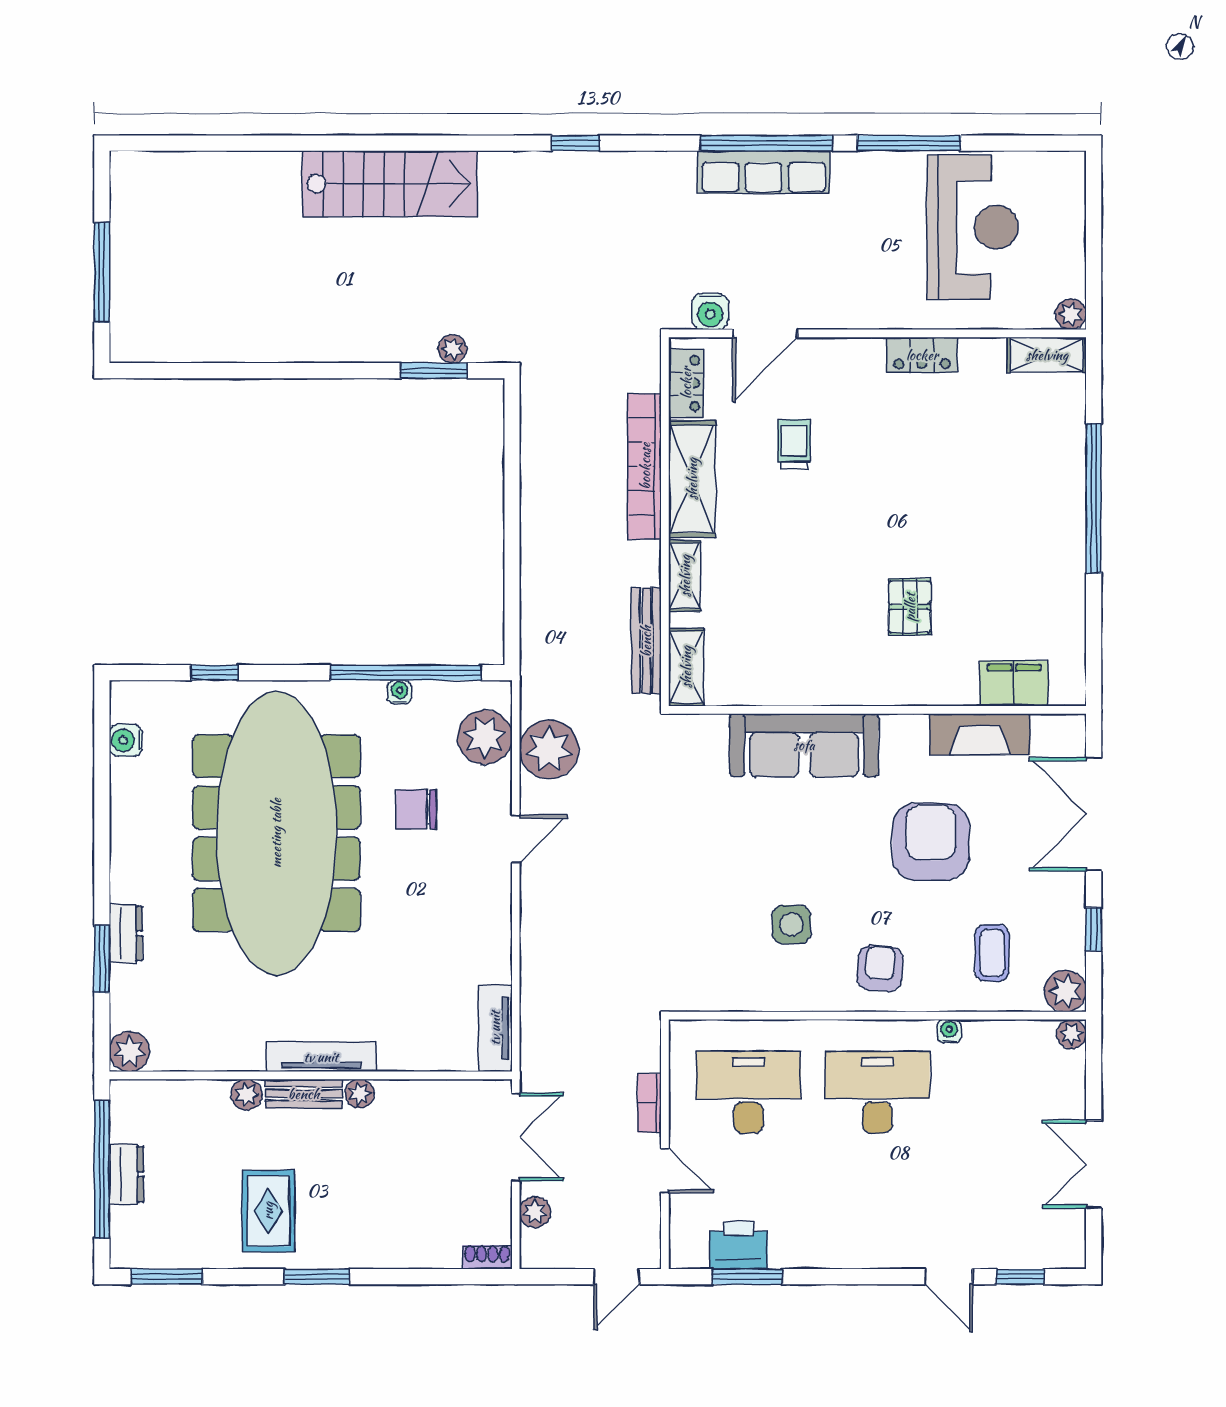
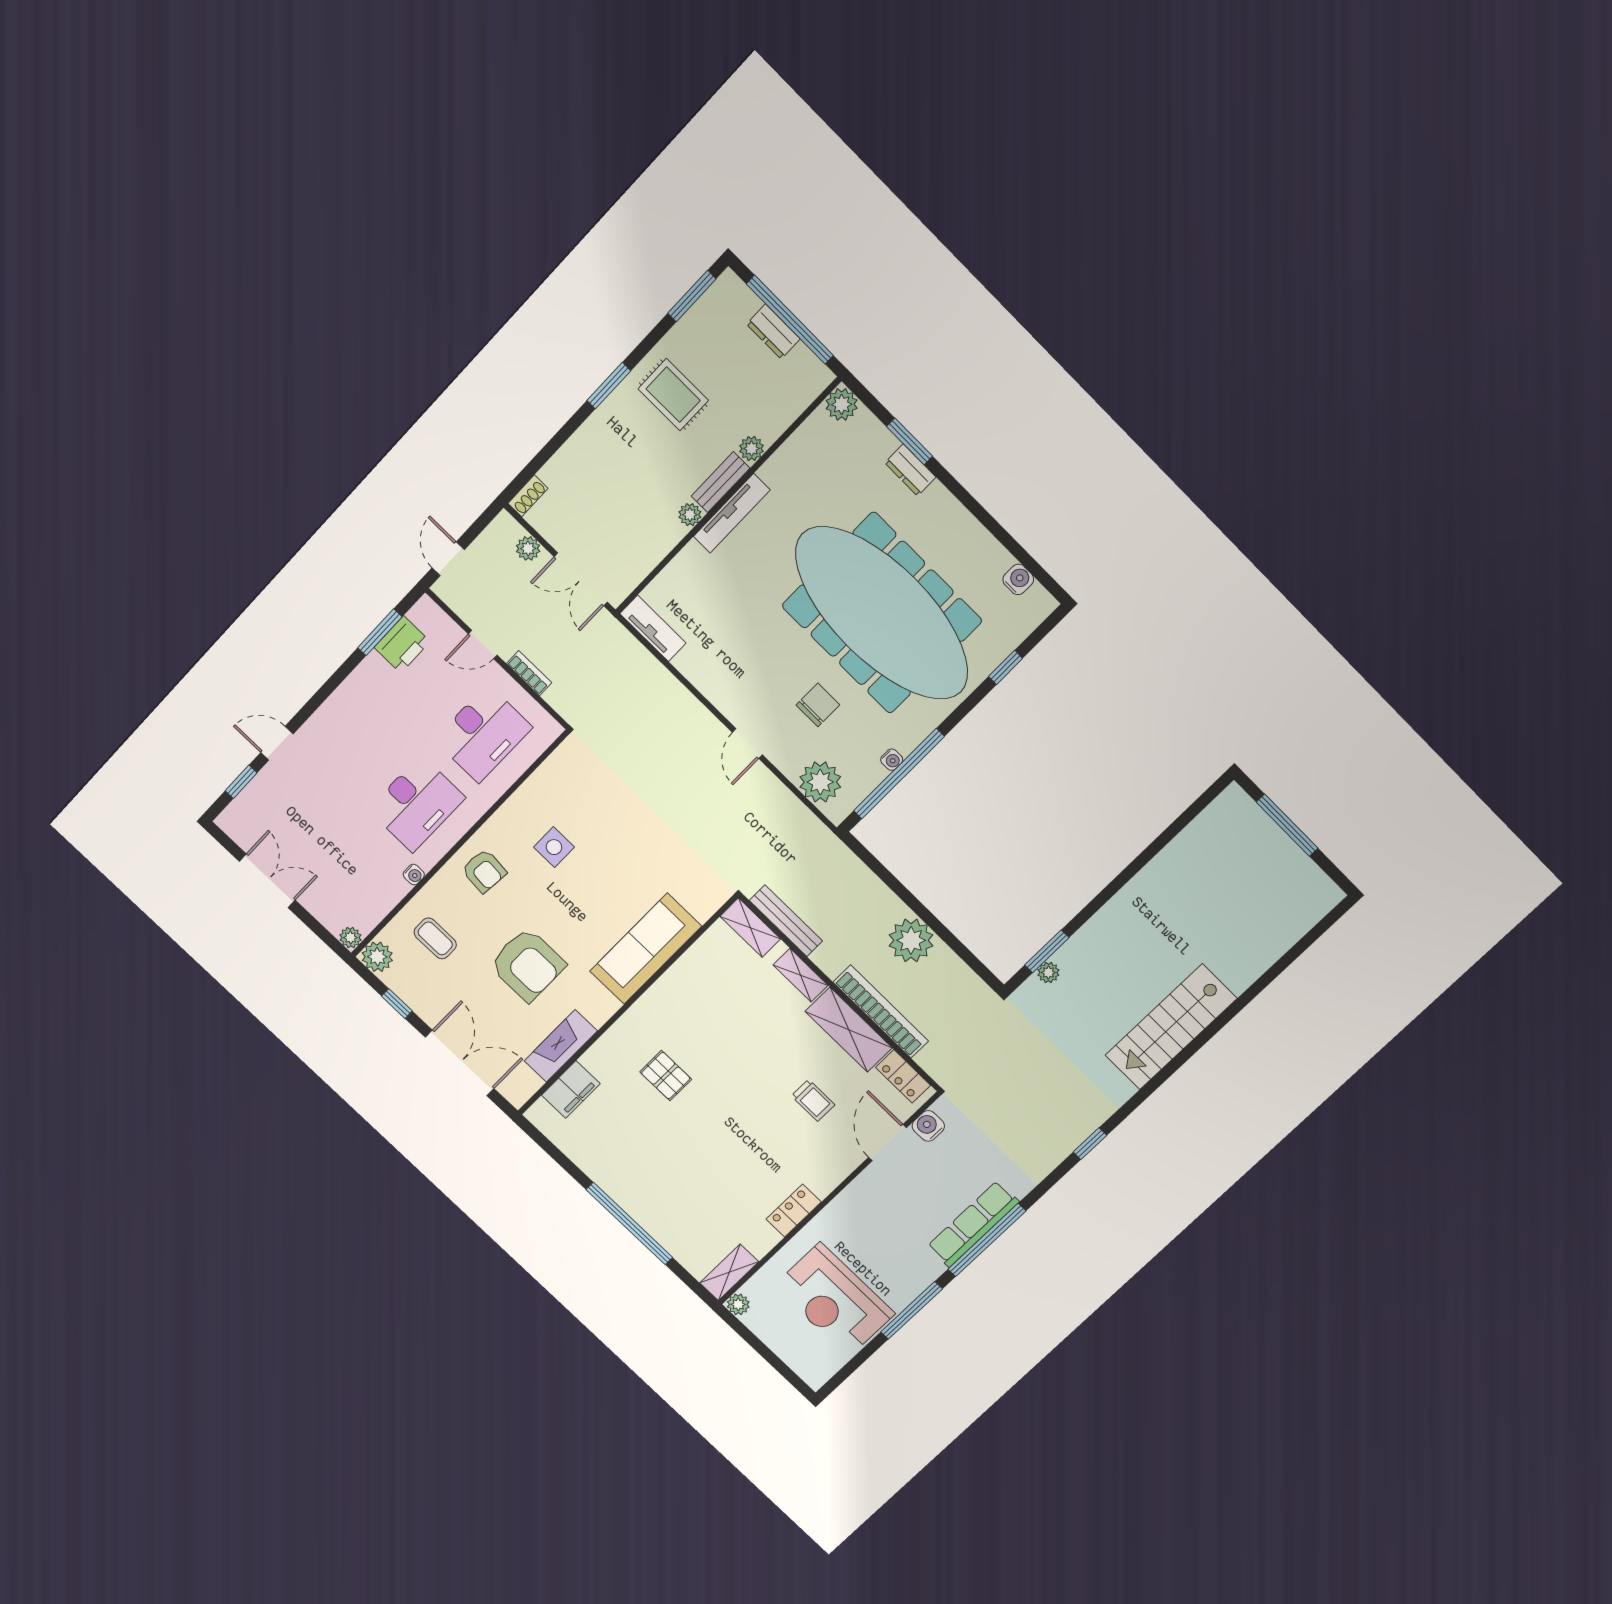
plant: (549, 749) -> (911, 940), moved

